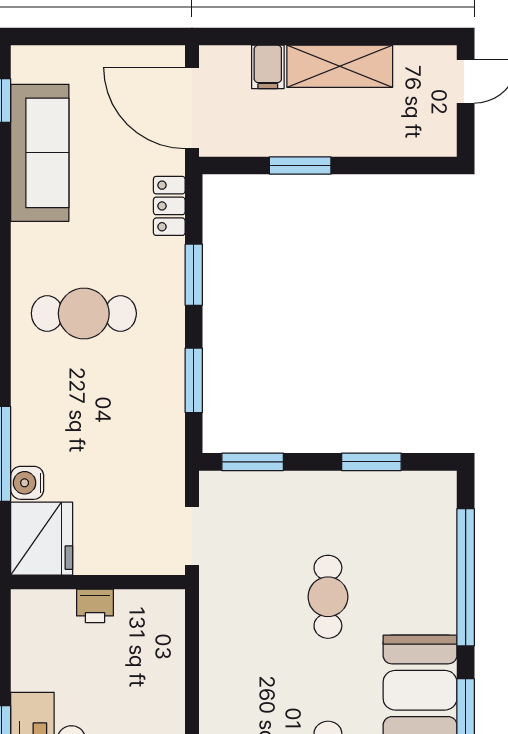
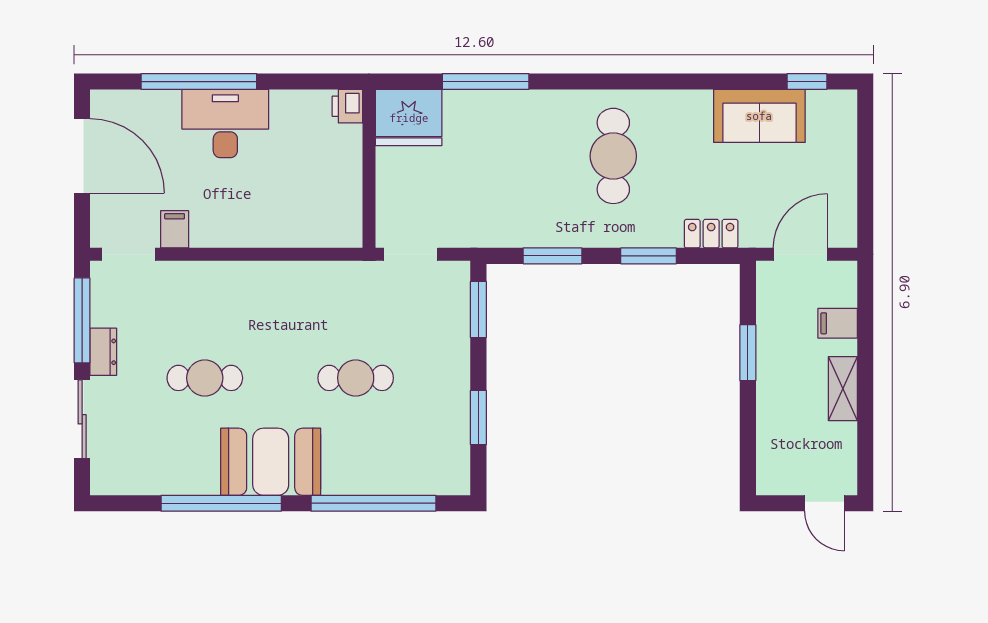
shelving: (340, 66) -> (843, 389), width x0.67, depth x0.75
door: (192, 108) -> (800, 254), width x0.73
sofa: (40, 153) -> (759, 116), width x0.73
water cooler: (27, 483) -> (459, 104), removed
printer: (95, 606) -> (347, 106), moved

